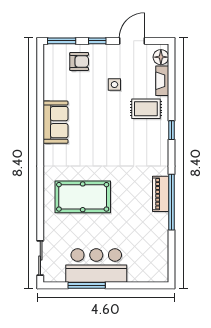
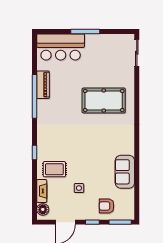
sofa: (56, 122) -> (125, 172), moved
piano: (161, 194) -> (43, 85), moved
bar counter: (96, 266) -> (61, 47), moved
window: (87, 285) -> (85, 31), moved

